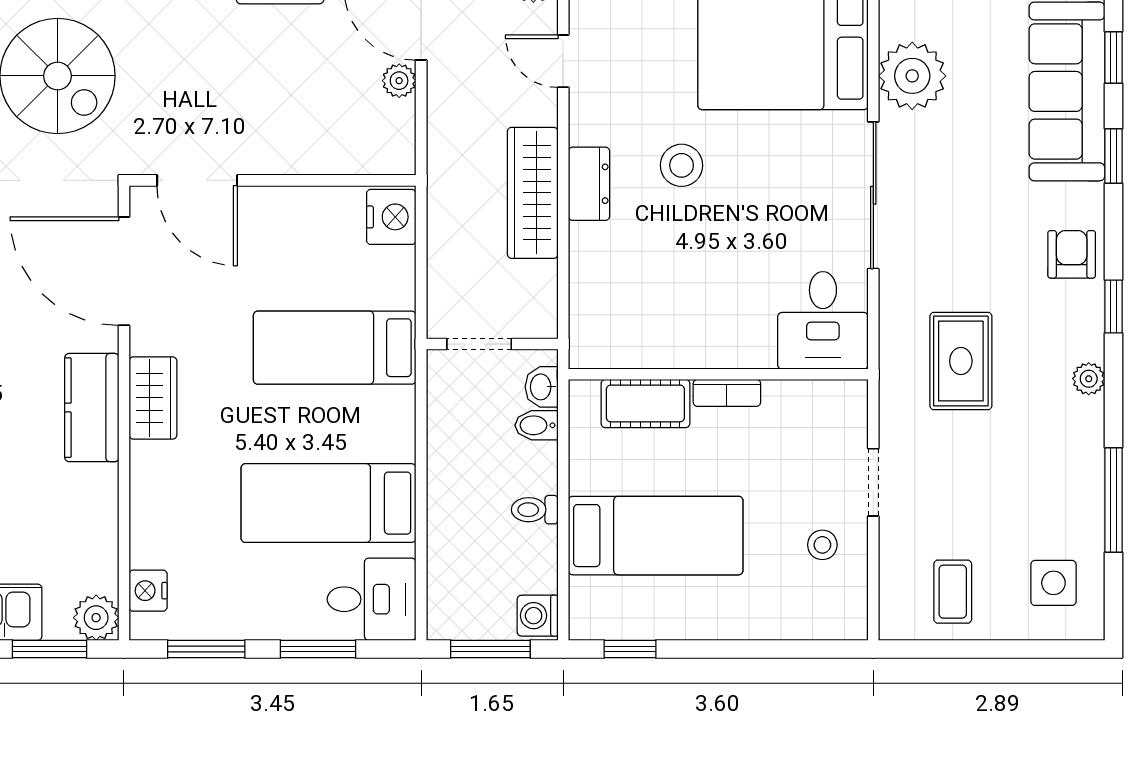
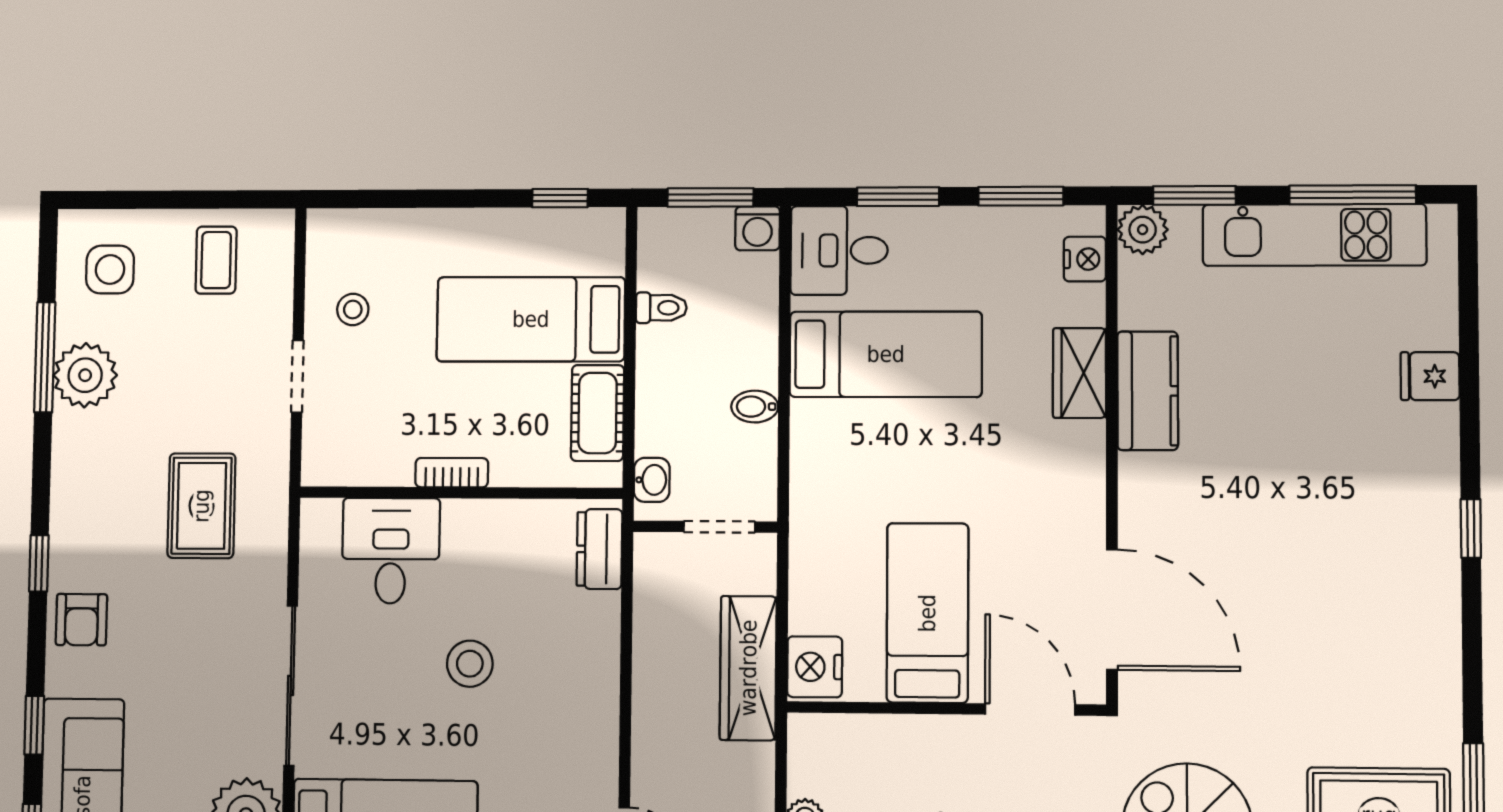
stool: (682, 165) -> (470, 664), moved
dresser: (589, 184) -> (599, 549), moved
wardrobe: (533, 193) -> (748, 668), moved, turned 180
desk: (823, 320) -> (391, 551), moved
bed: (335, 348) -> (927, 613), moved, turned -90
plant: (1089, 379) -> (85, 375), moved, width x1.88, depth x1.88
wardrobe: (153, 398) -> (1079, 373), moved
cot: (645, 403) -> (597, 413), moved, turned 90
kitchen counter: (92, 408) -> (1148, 391), moved
bidet: (537, 425) -> (755, 407), moved, turned 180
toilet: (535, 510) -> (661, 308), moved
washing machine: (538, 616) -> (758, 228), moved, turned 90

